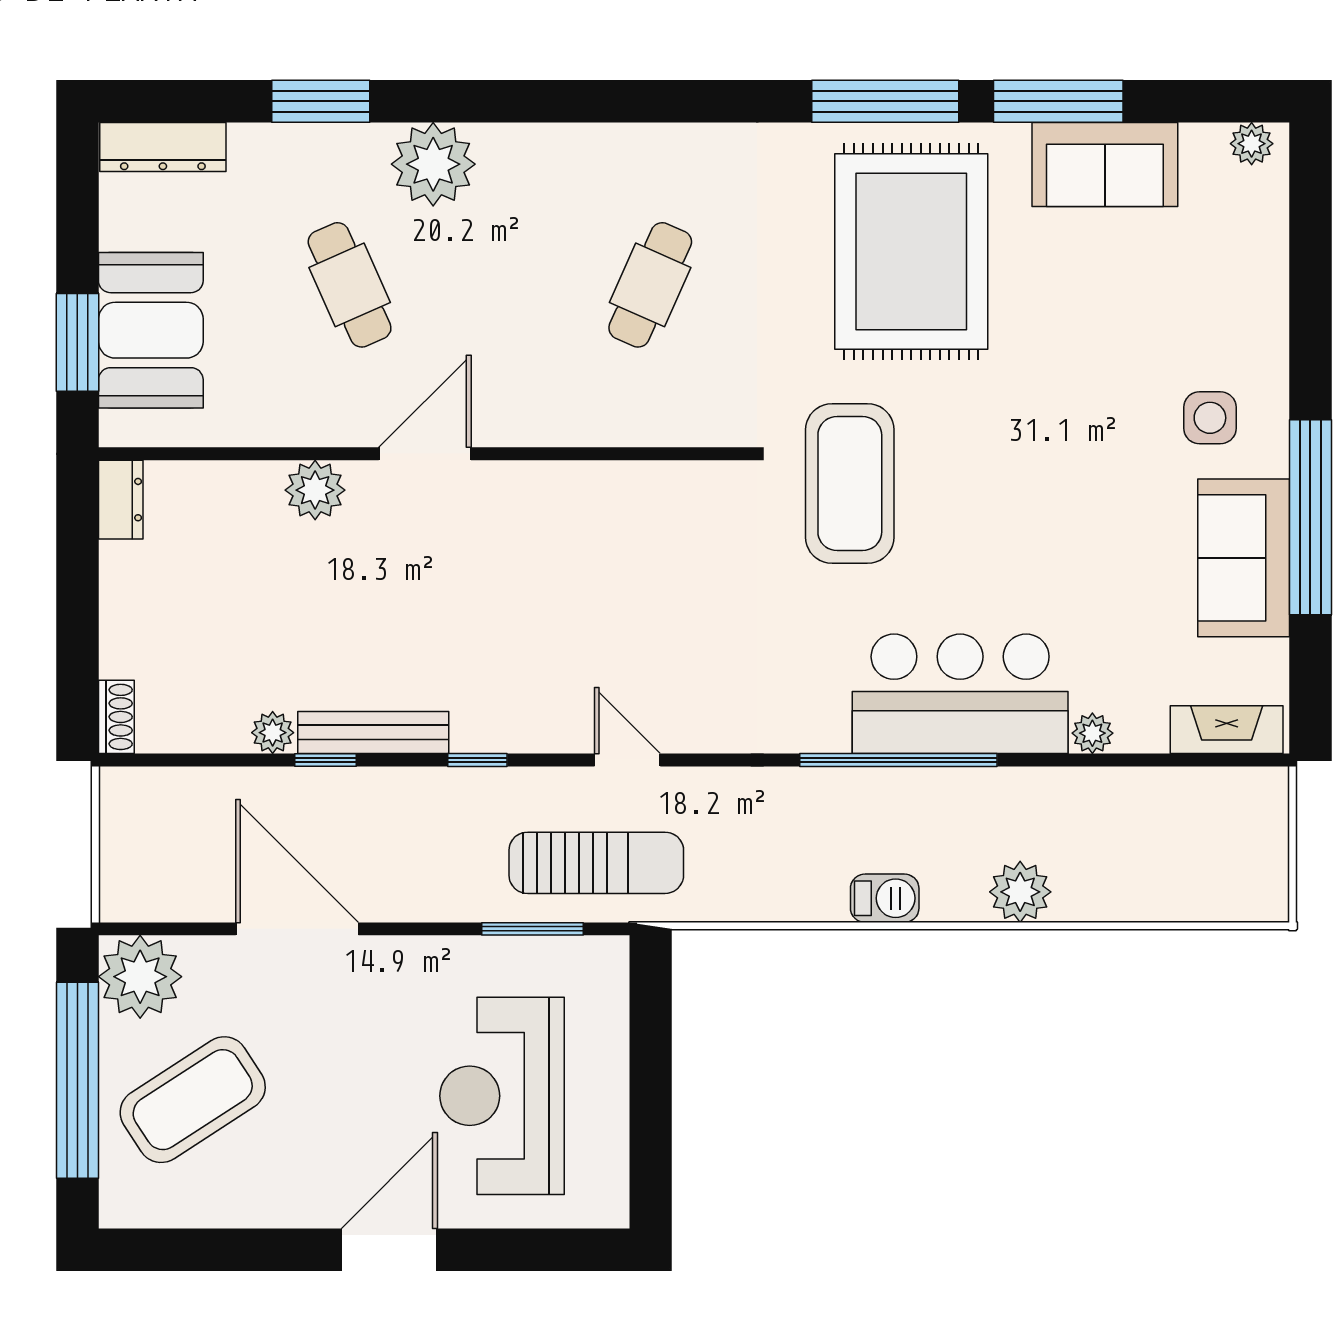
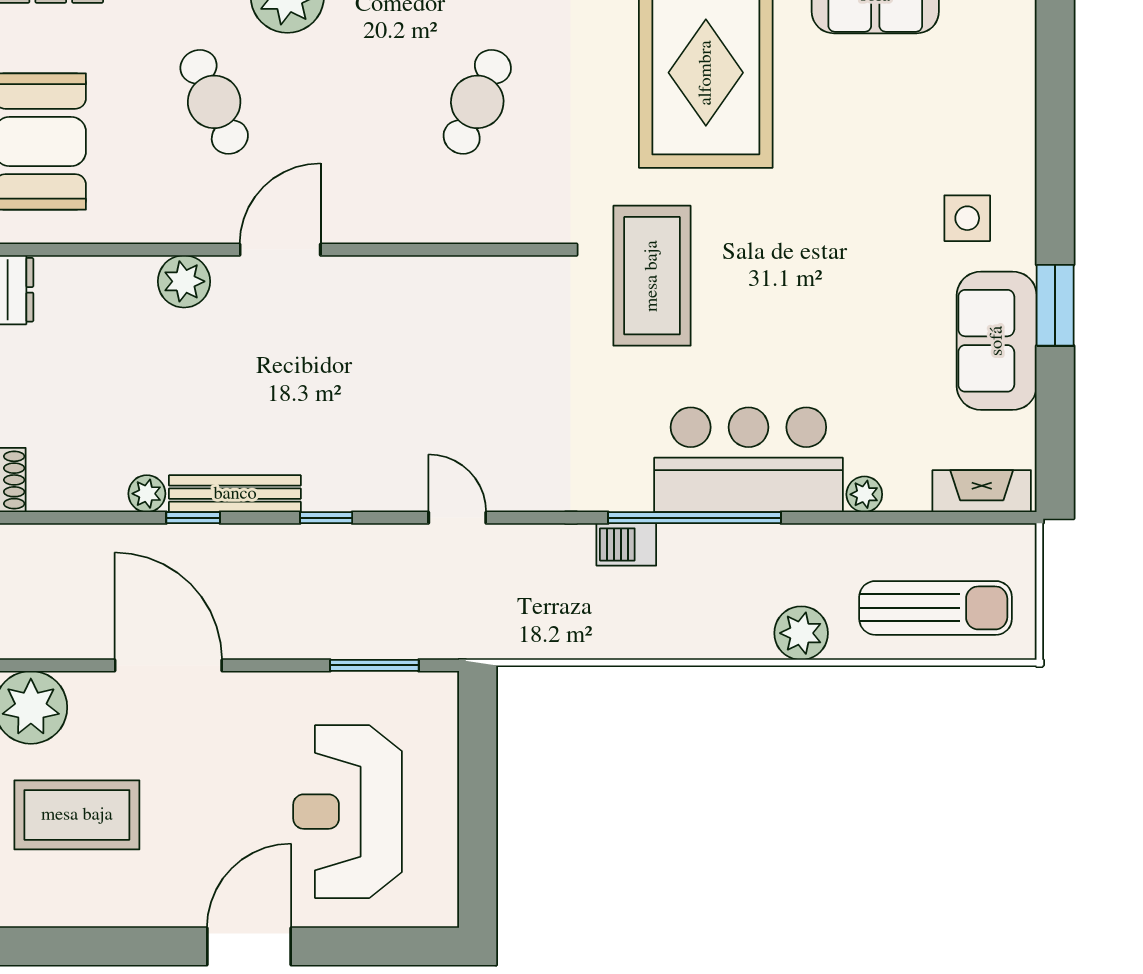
window: (1310, 517) -> (1055, 305), width x0.47
sun lounger: (596, 863) -> (936, 608), moved
barbecue: (885, 898) -> (626, 544), moved, turned 180
coffee table: (193, 1100) -> (77, 815), turned 33

